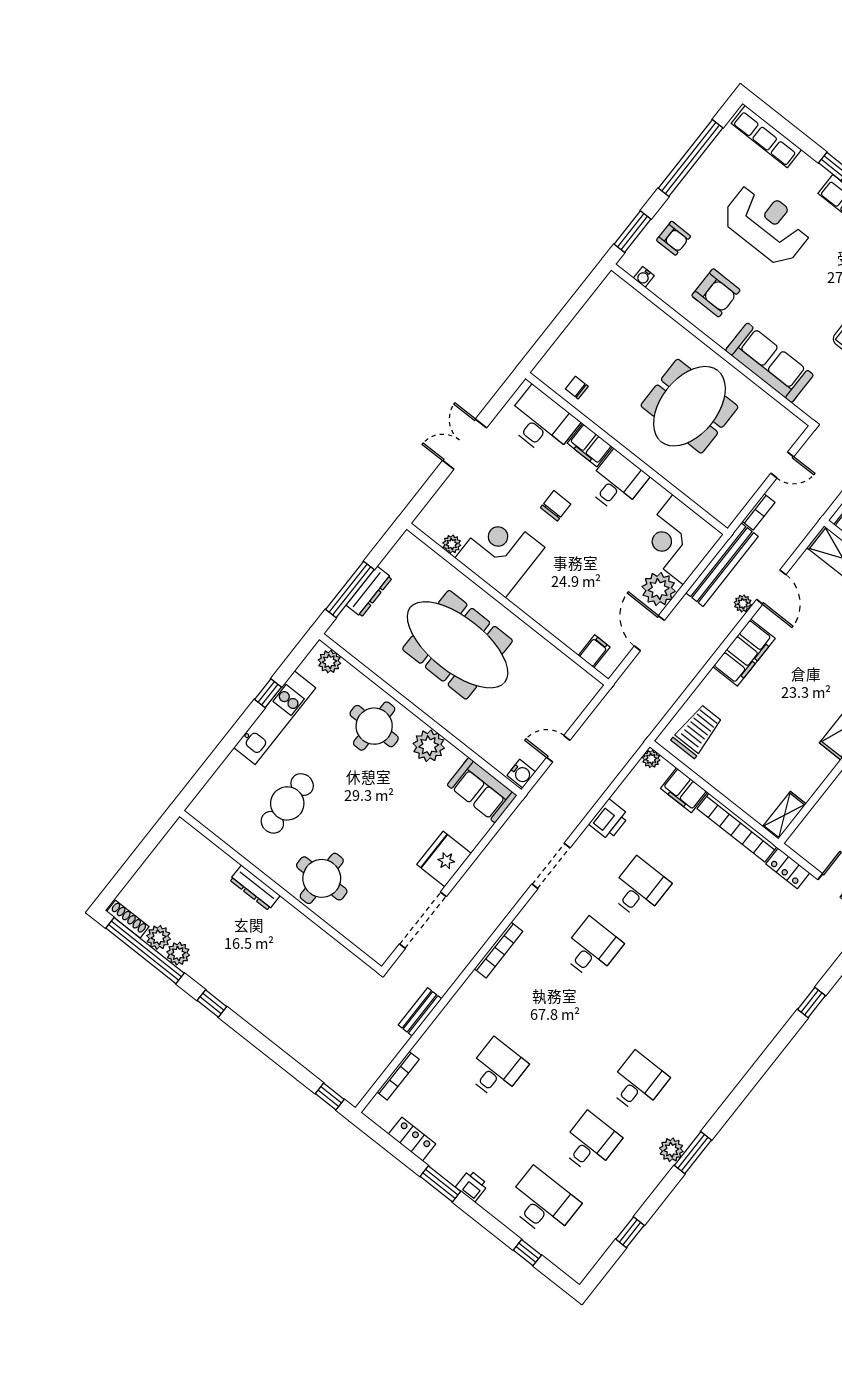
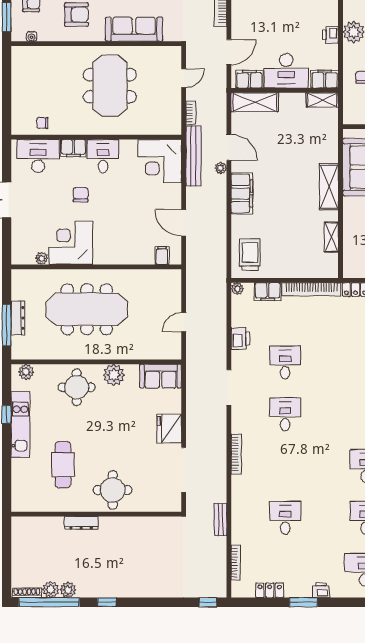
plant: (659, 589) -> (170, 196), removed
water cooler: (521, 774) -> (175, 351), removed
shelving: (784, 815) -> (331, 237), moved

